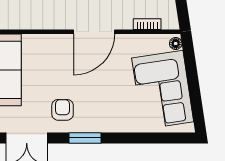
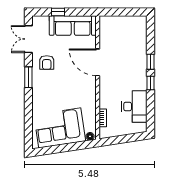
door: (94, 32) -> (98, 62), moved
armchair: (63, 110) -> (47, 63), turned 90

